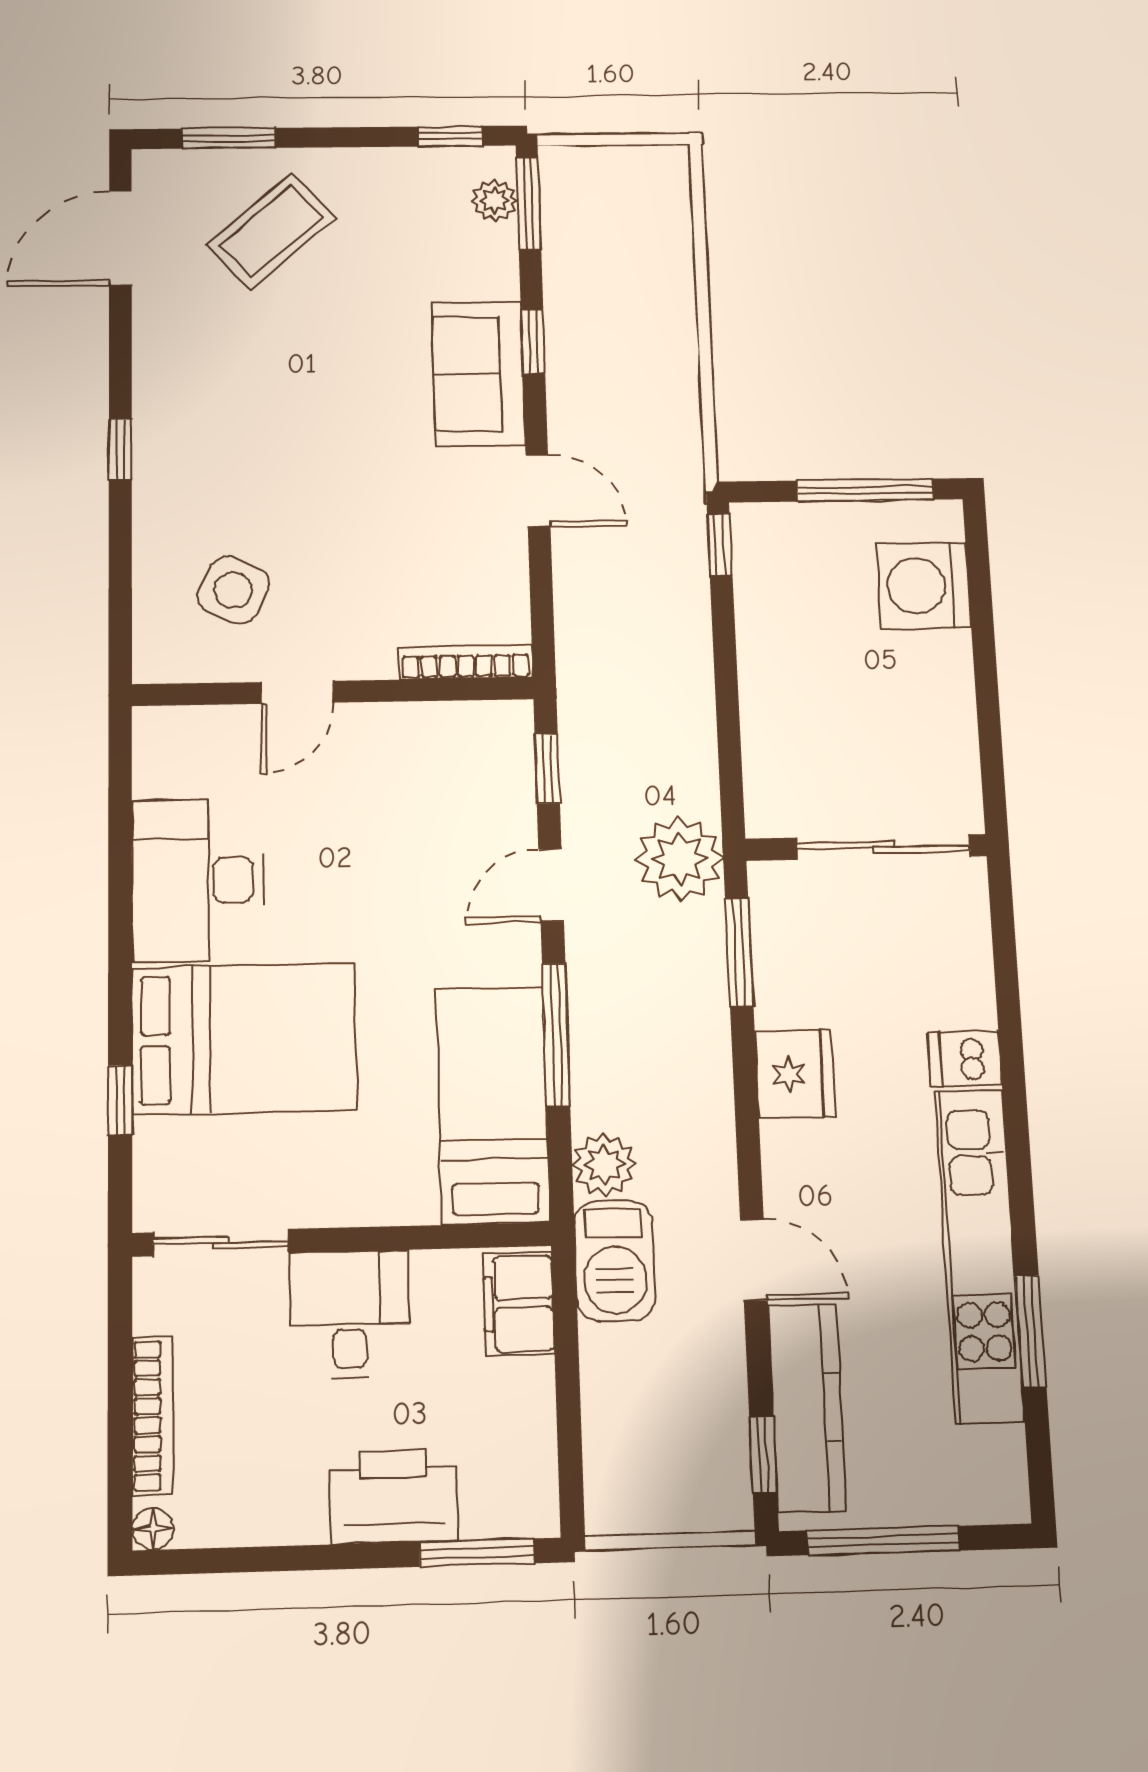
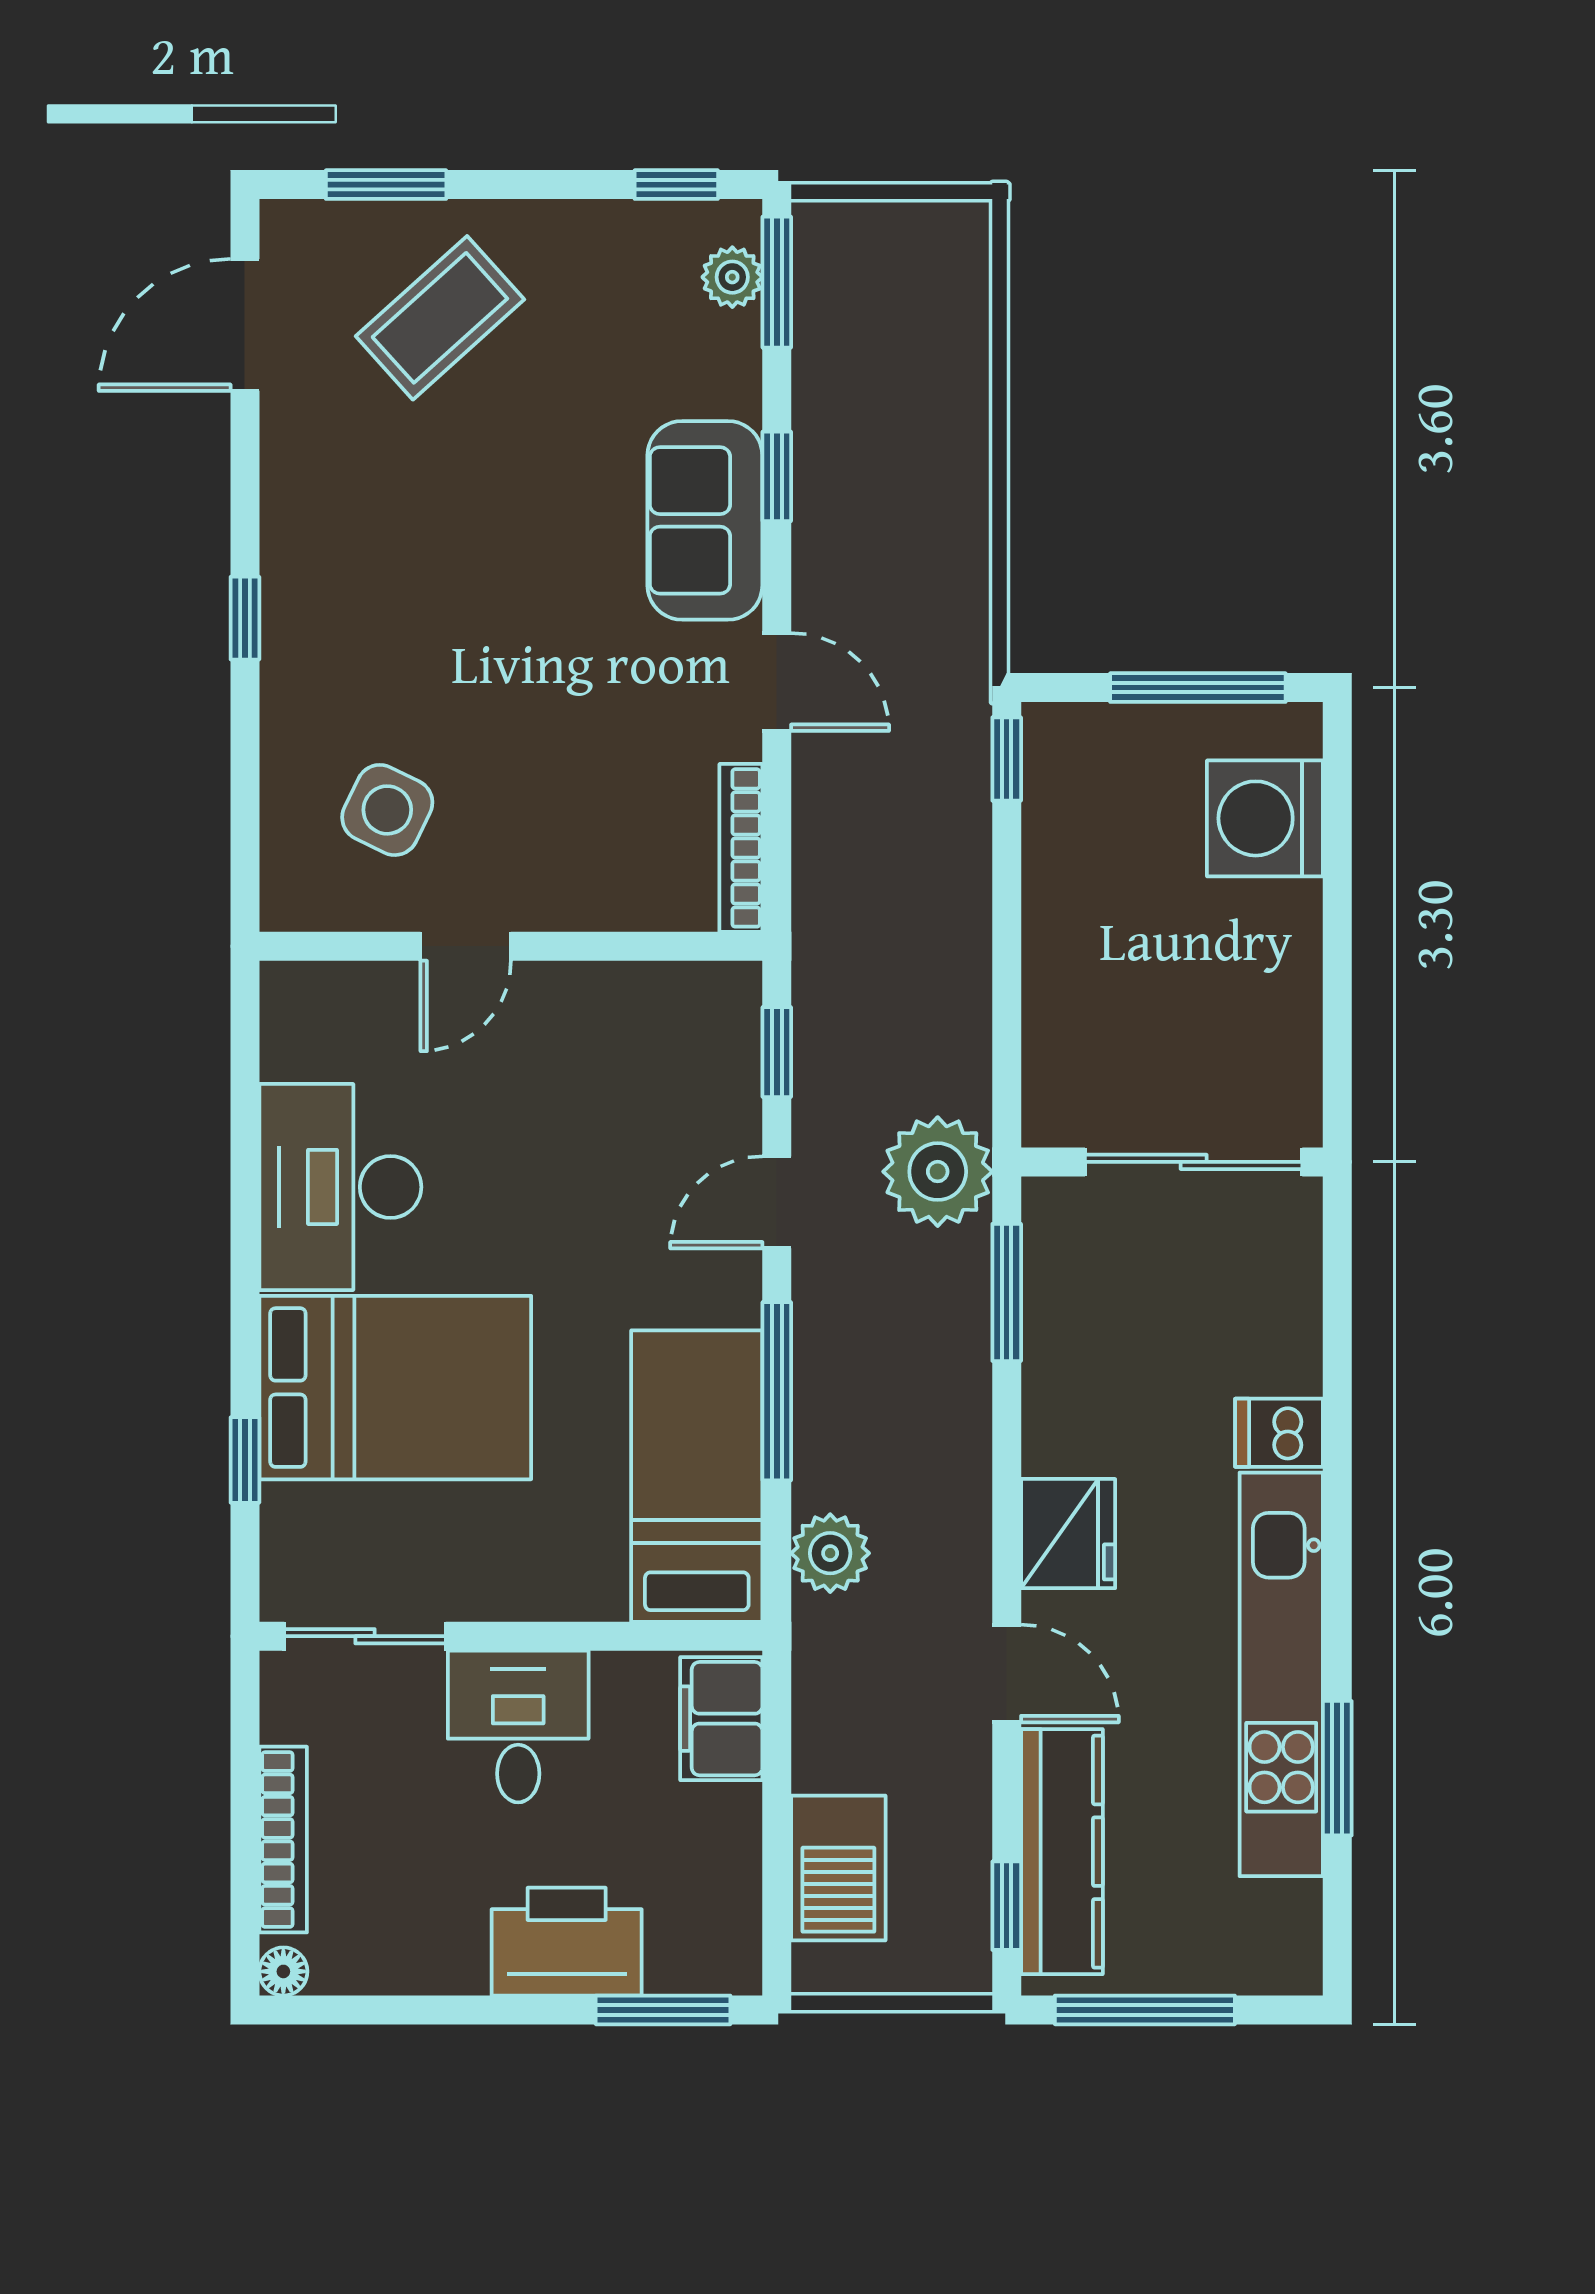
bookcase: (466, 662) -> (741, 848), moved, turned -90
fridge: (795, 1074) -> (1068, 1534), moved
barbecue: (615, 1261) -> (838, 1868), moved

